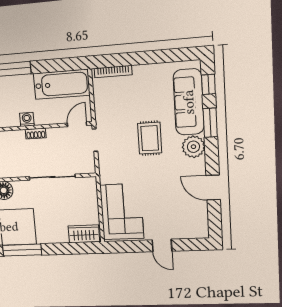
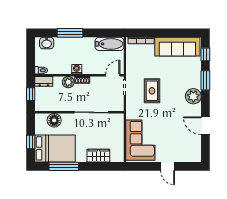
bathtub: (62, 84) -> (109, 44), width x0.73, depth x0.73
sofa: (189, 102) -> (177, 47), moved, turned -90
plant: (17, 138) -> (68, 82), added
rug: (150, 138) -> (152, 91), moved
wardrobe: (84, 234) -> (98, 156), moved

